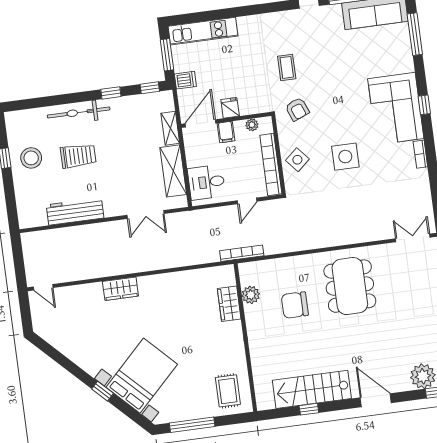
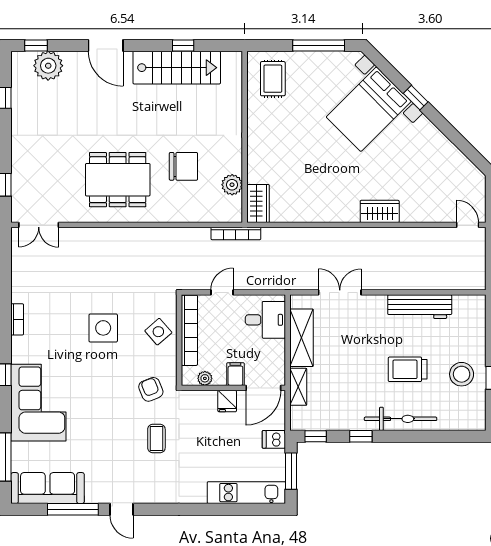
corner sofa: (396, 109) -> (38, 403), moved
dining table: (350, 286) -> (118, 180), turned 90
wardrobe: (229, 304) -> (258, 203), moved

